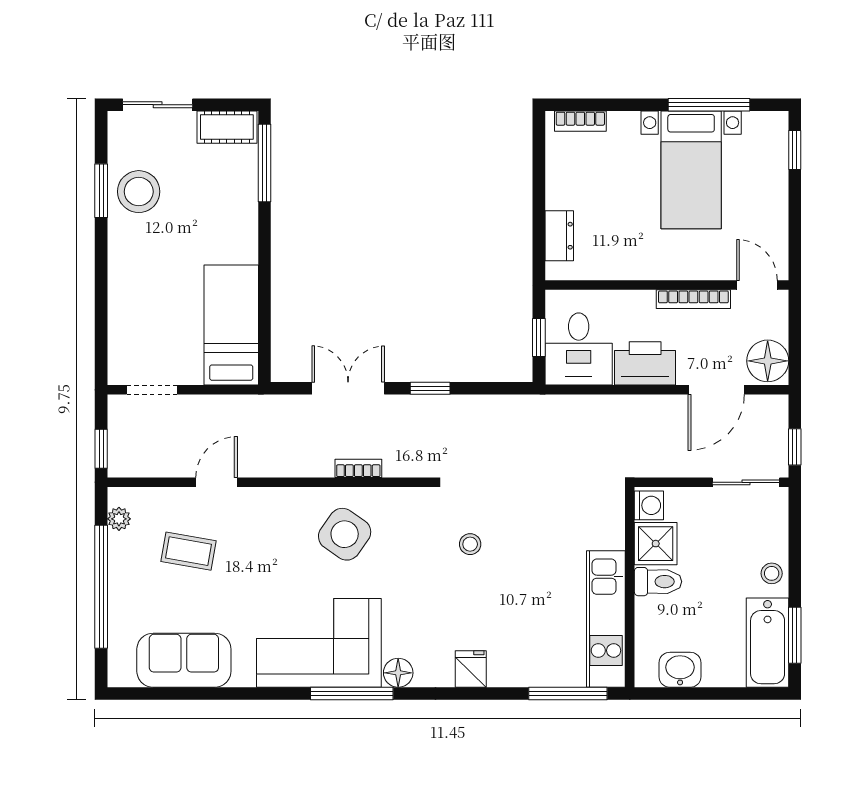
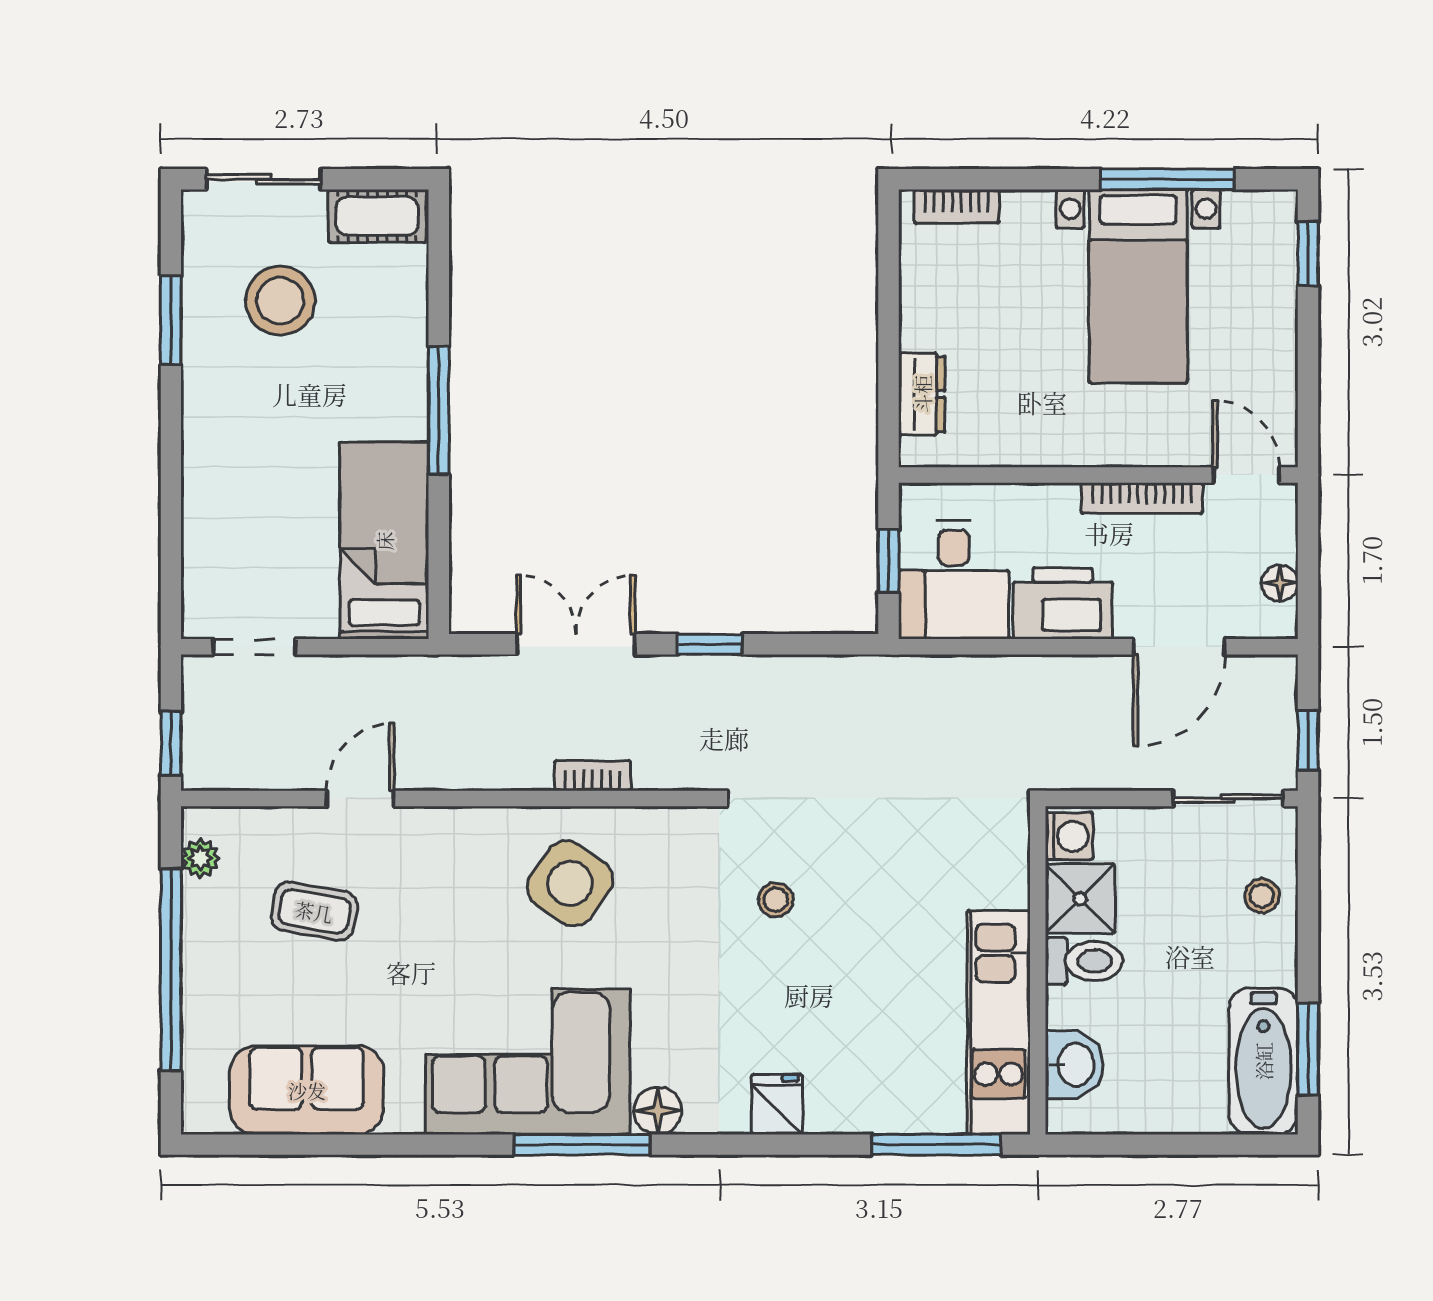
window: (264, 163) -> (439, 410), moved
stool: (139, 192) -> (280, 301), moved
floor lamp: (768, 361) -> (1280, 583), width x0.53, depth x0.53
stool: (772, 573) -> (1262, 896), moved
washbasin: (680, 670) -> (1074, 1065), moved, turned 90

